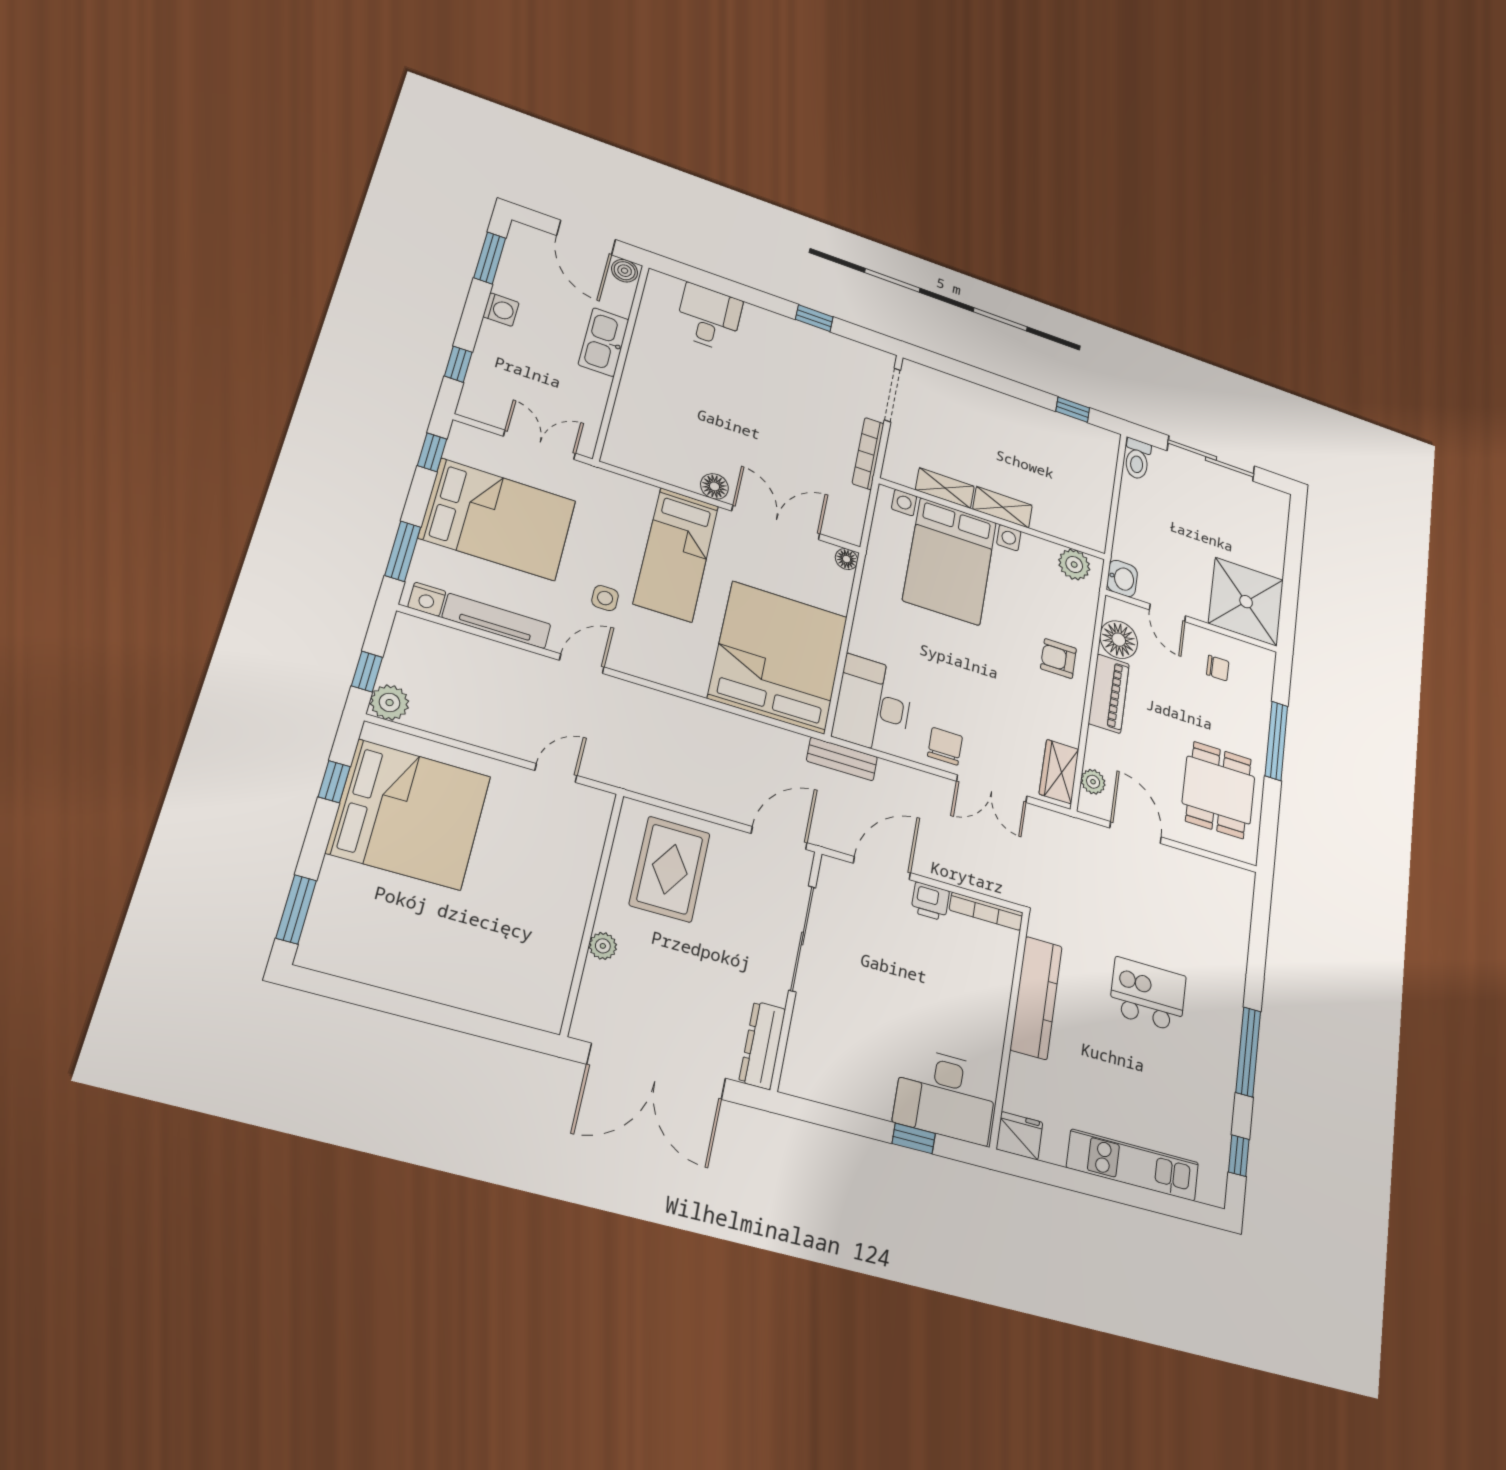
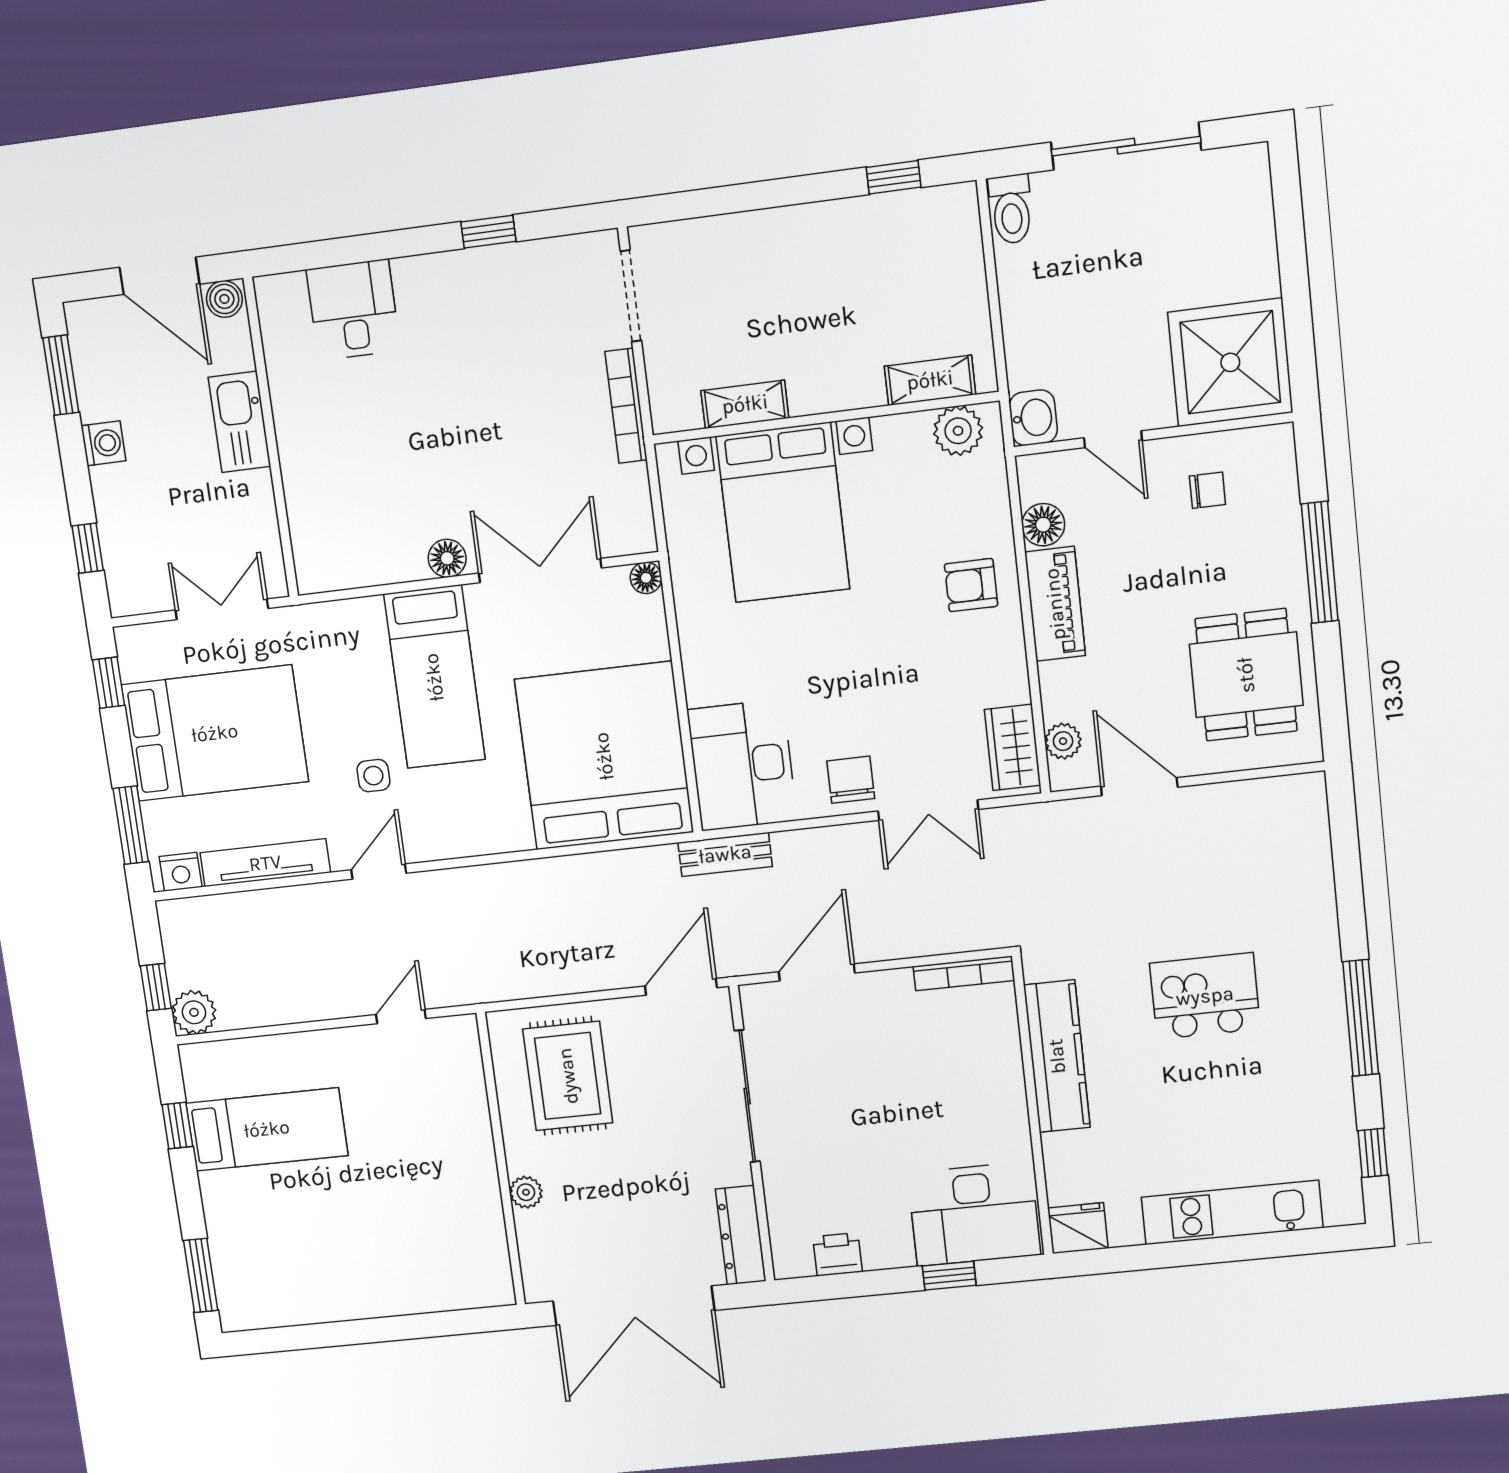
shelving: (1003, 507) -> (930, 380), moved
floor lamp: (1119, 640) -> (1043, 525), width x0.73, depth x0.73
bed: (409, 814) -> (267, 1129), width x0.49
printer: (930, 901) -> (837, 1254), moved, turned 180

